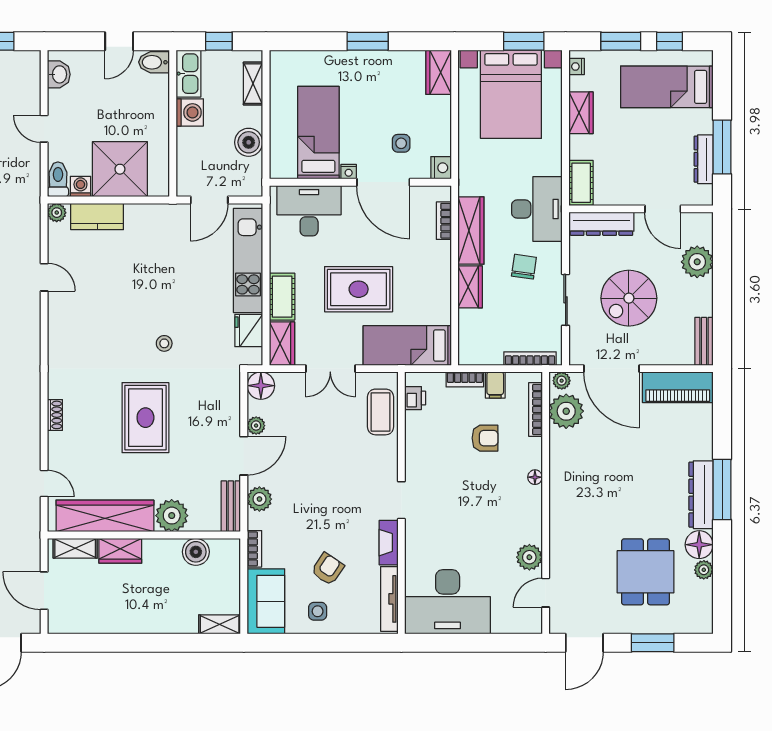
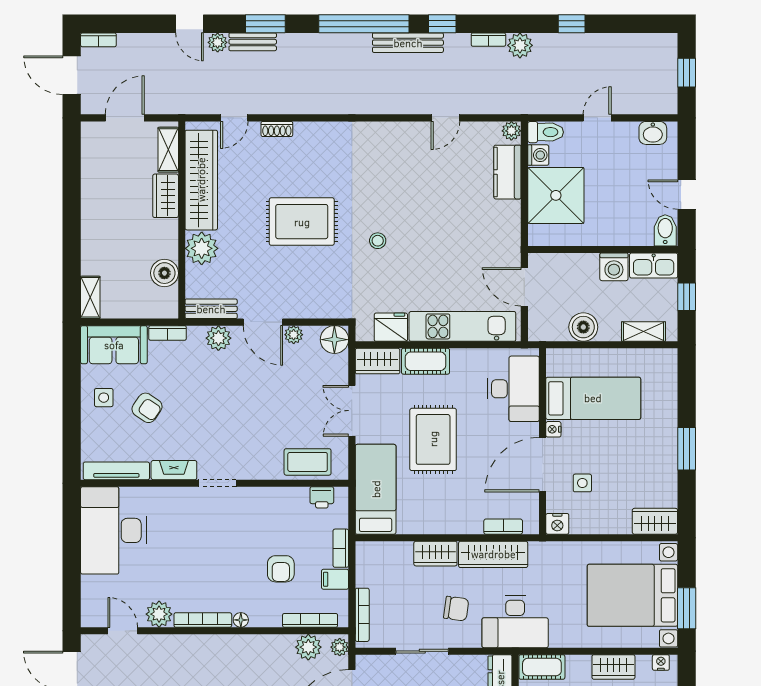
plant: (566, 411) -> (308, 647), width x0.73, depth x0.73
shoe rack: (55, 415) -> (277, 129), moved
bookcase: (535, 514) -> (203, 620), added

